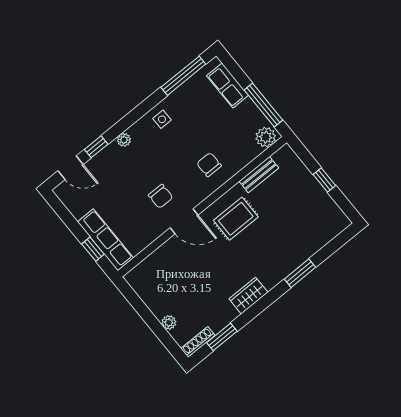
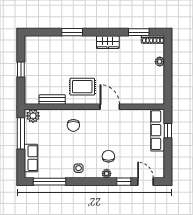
chair: (161, 196) -> (108, 156), moved

